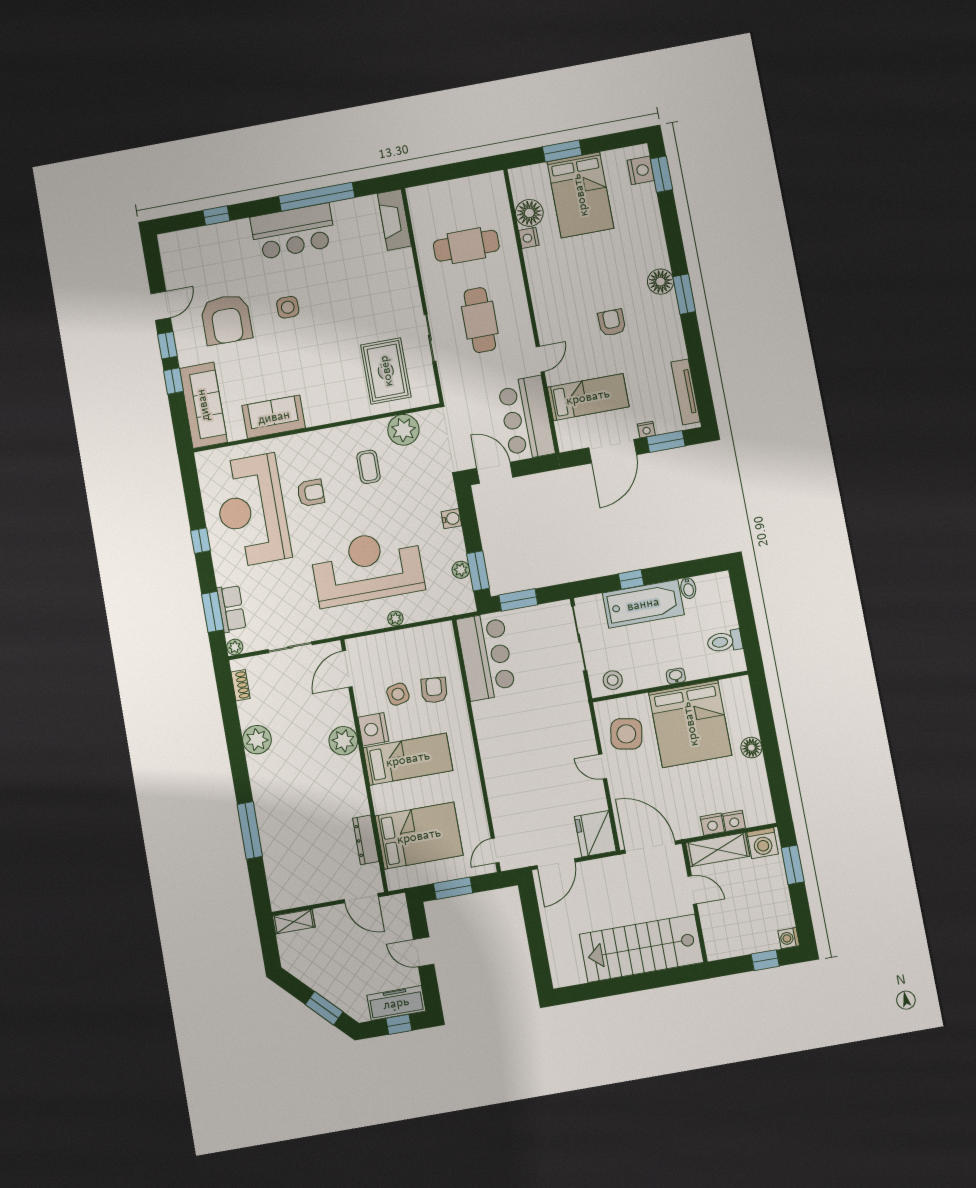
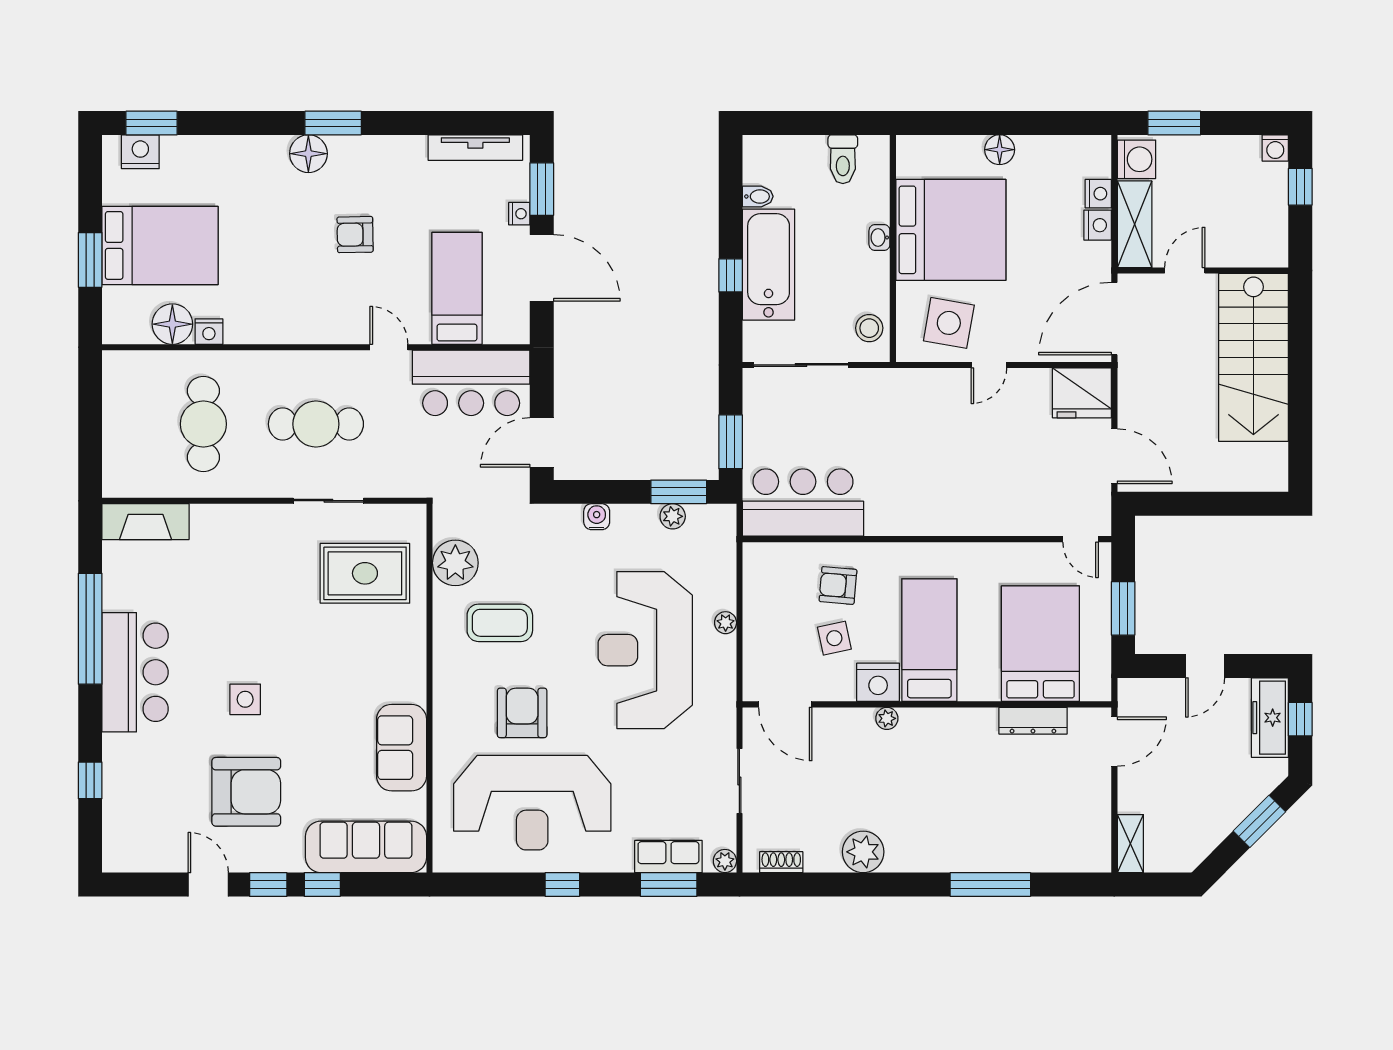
coffee table: (368, 467) -> (500, 623), width x1.36, depth x1.30
armchair: (311, 493) -> (522, 713), width x1.38, depth x1.38
plant: (343, 741) -> (887, 718), width x0.53, depth x0.53

